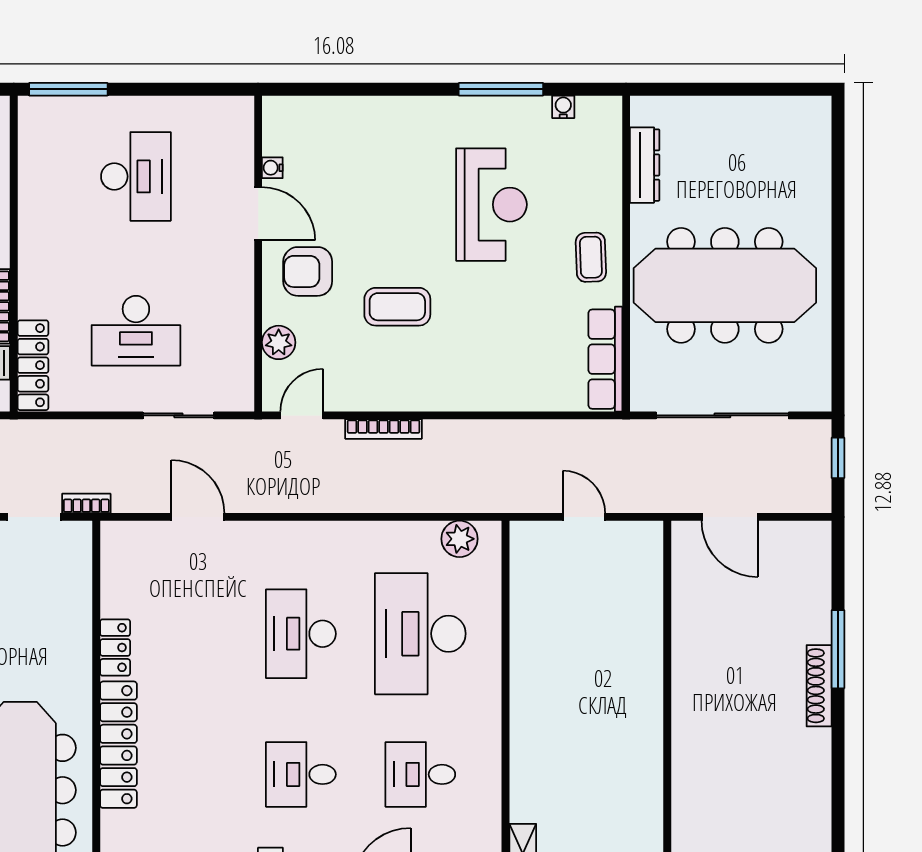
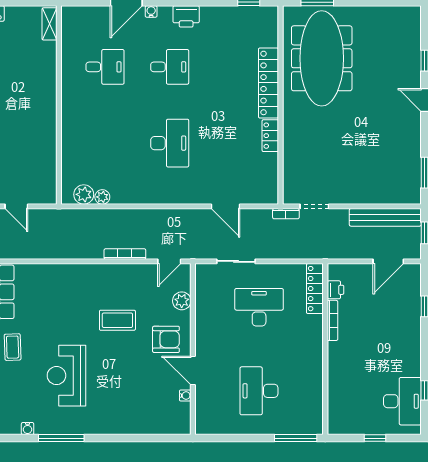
plant: (425, 534) -> (102, 197), added
desk: (420, 634) -> (105, 143), removed

